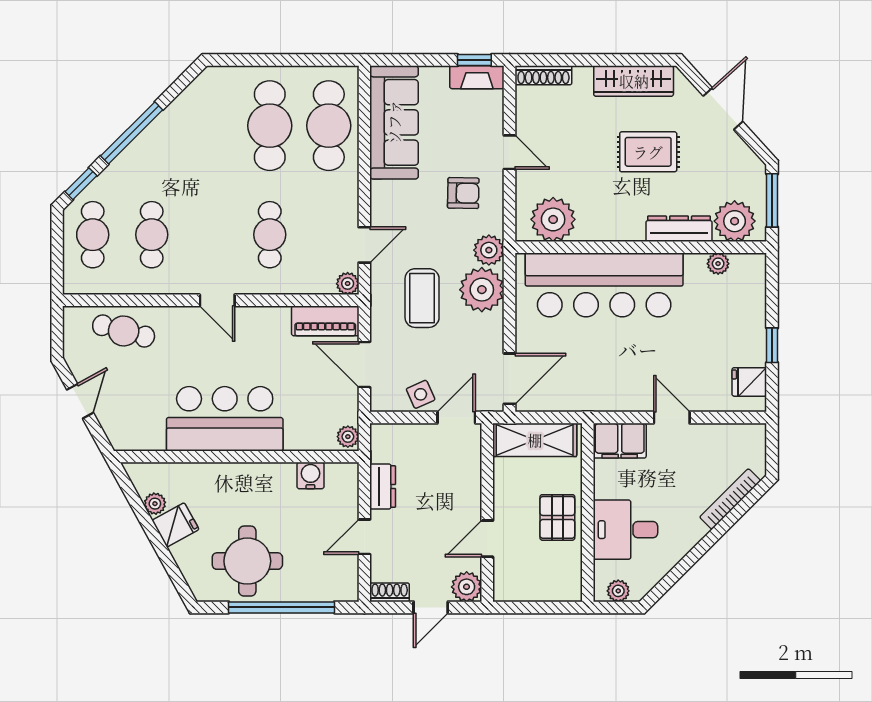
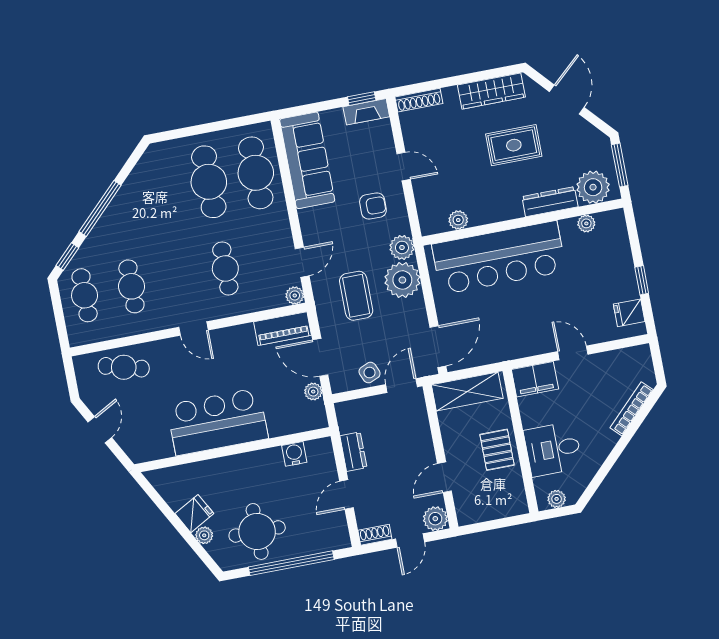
plant: (553, 219) -> (458, 220), width x0.53, depth x0.53
plant: (348, 437) -> (313, 392), moved
plant: (155, 504) -> (204, 535), moved

